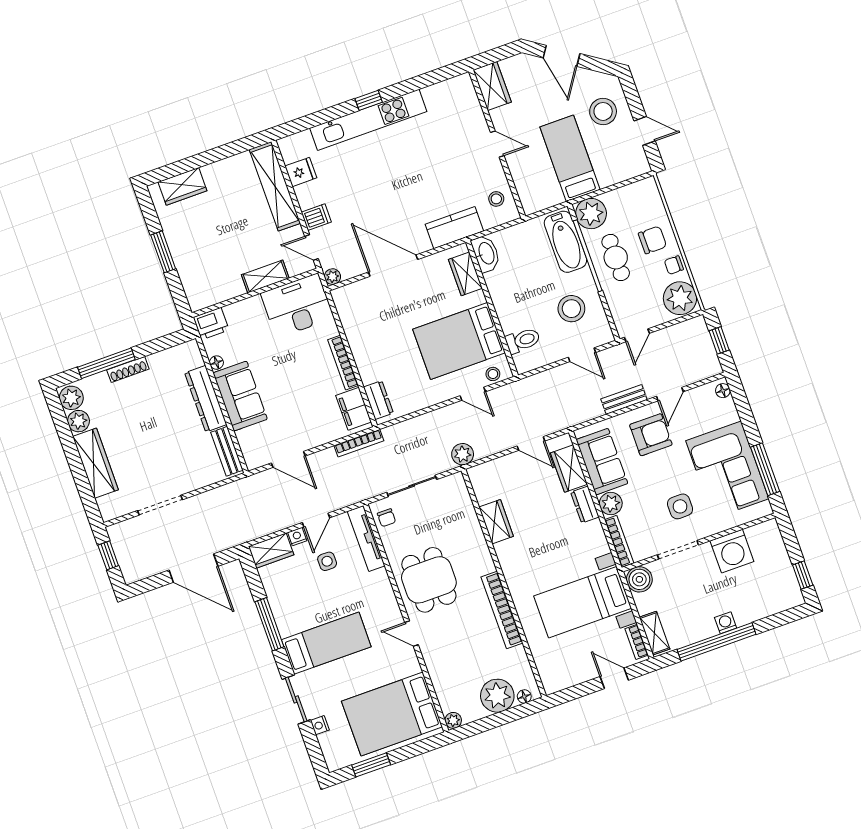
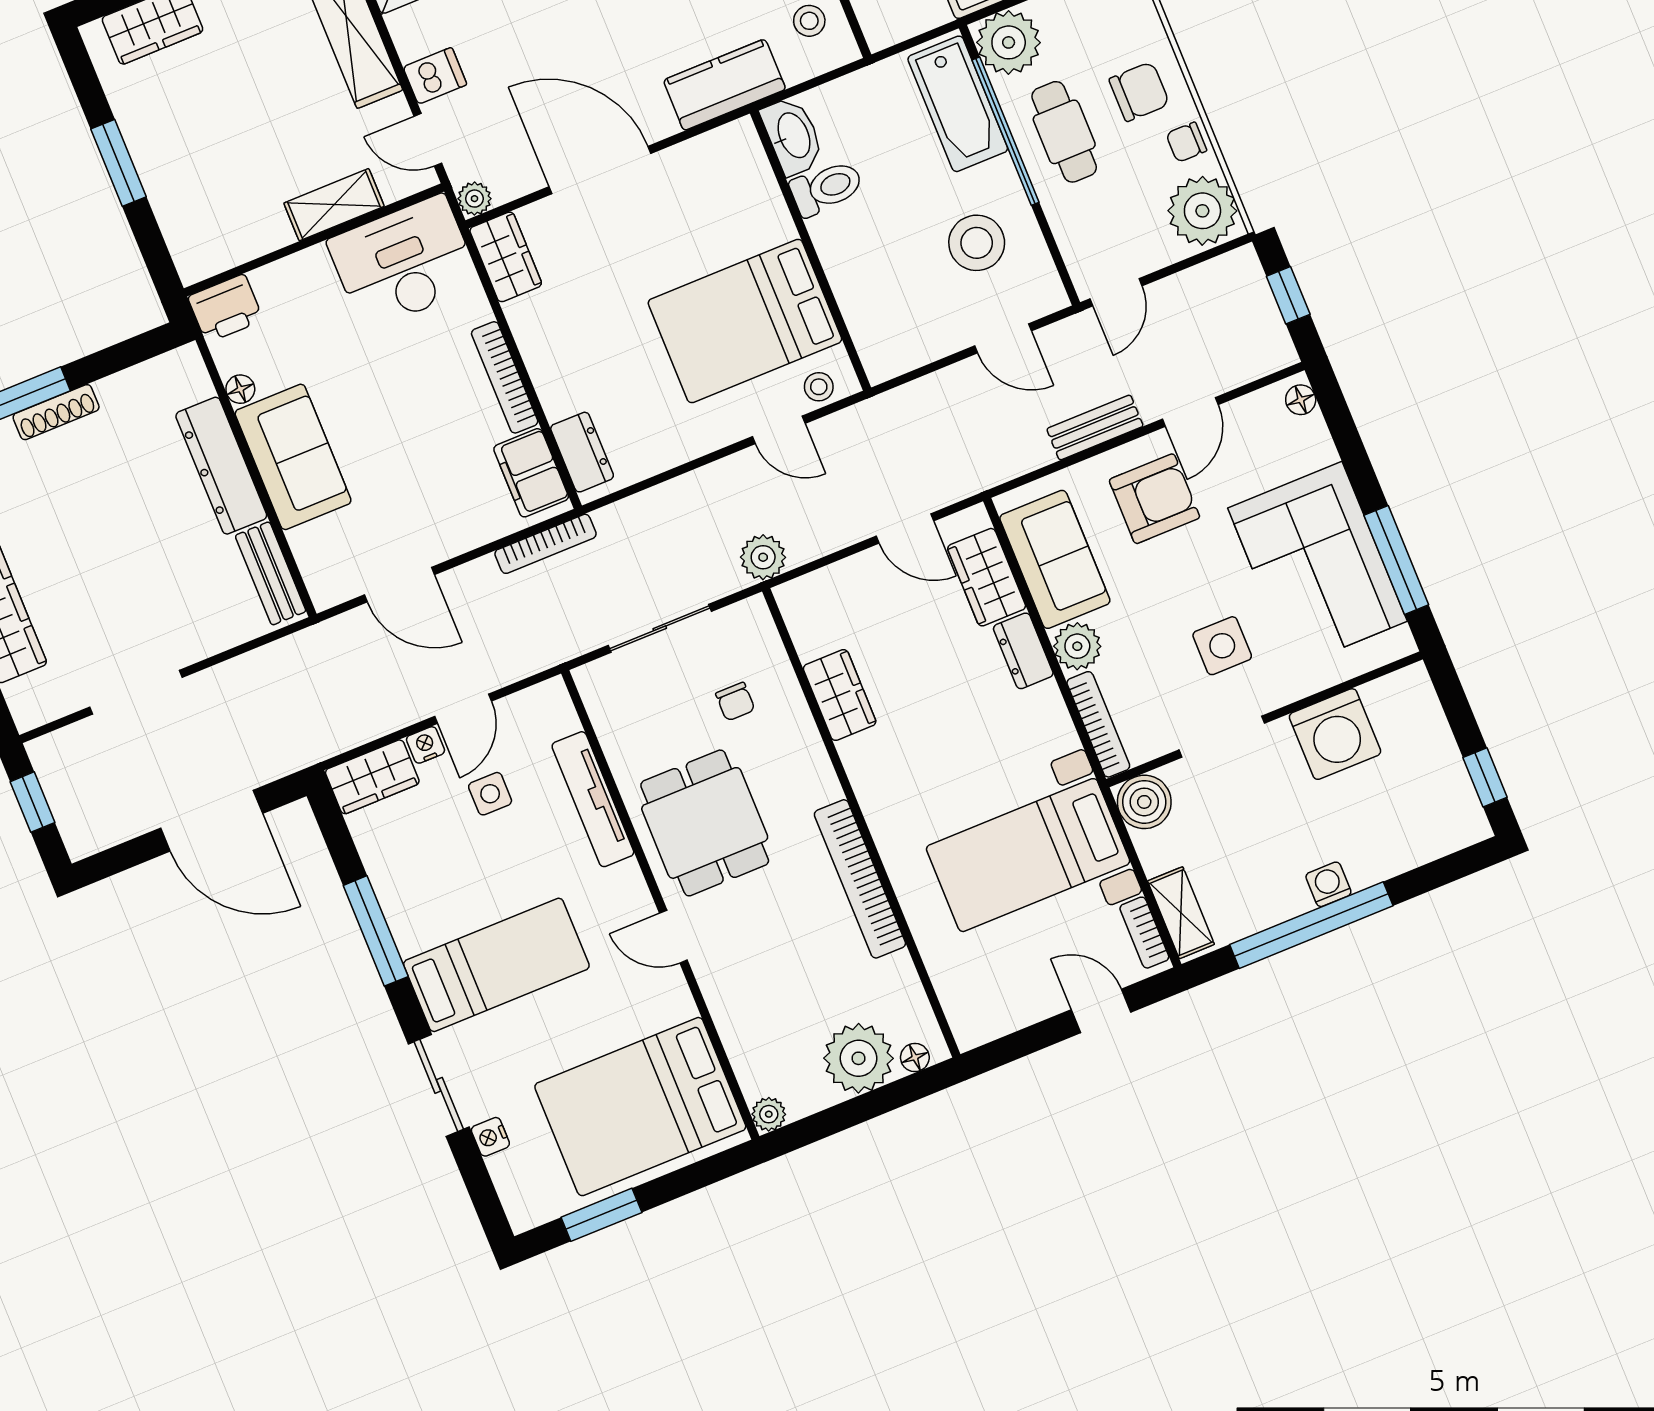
wardrobe: (465, 274) -> (506, 257), moved, turned 180
toilet: (523, 340) -> (827, 188), moved
chair: (386, 518) -> (735, 702), moved
tv unit: (366, 538) -> (593, 799), moved

